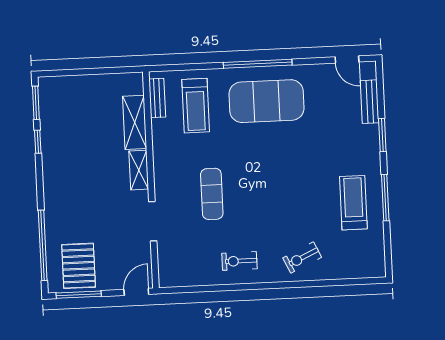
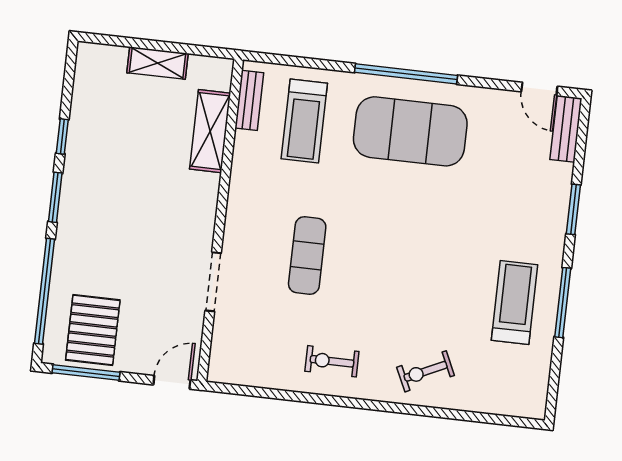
bench: (370, 102) -> (566, 129), moved
window: (36, 103) -> (55, 197), moved
shelving: (139, 170) -> (157, 63), moved, turned 90

